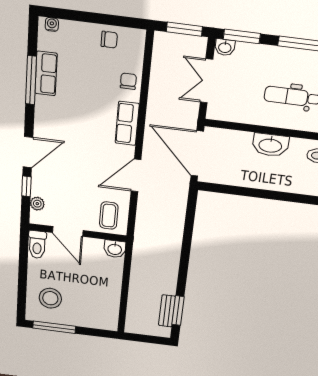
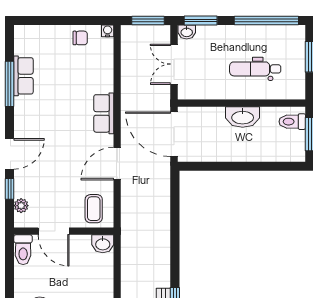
water cooler: (52, 24) -> (108, 31), moved
chair: (128, 81) -> (101, 73), removed

